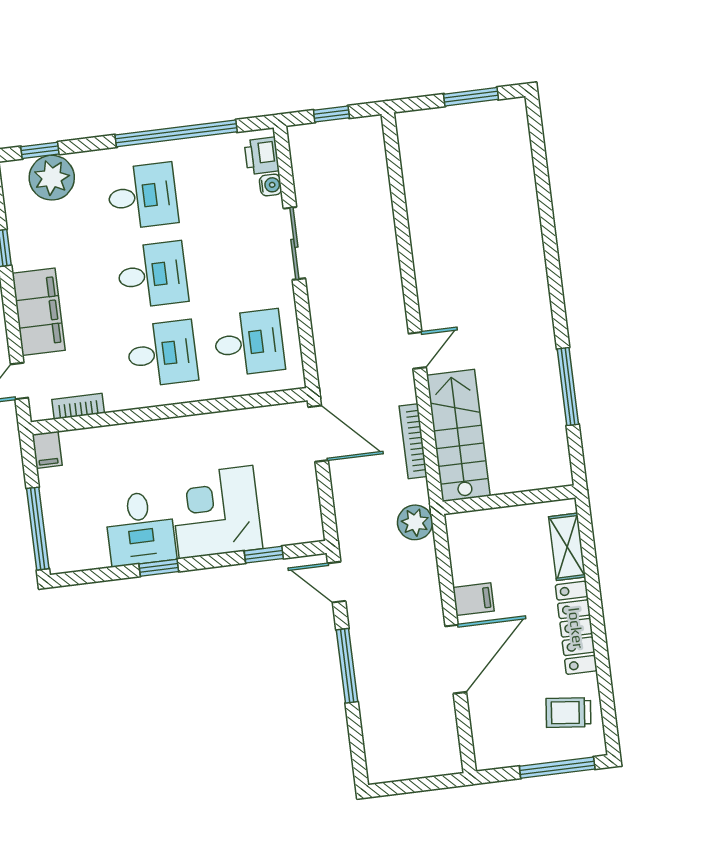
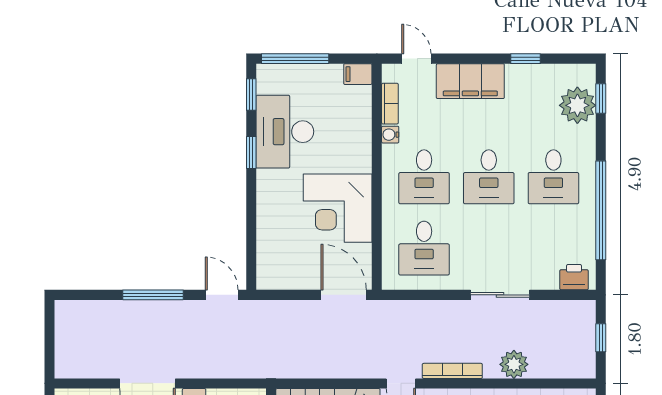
water cooler: (271, 185) -> (390, 135), moved, turned 90
door: (318, 434) -> (344, 295), swing flipped
bookcase: (413, 441) -> (452, 371), moved
corner desk: (216, 512) -> (338, 208), moved, turned 180
plant: (415, 522) -> (514, 364), moved
desk: (140, 528) -> (285, 132), width x1.37
window: (264, 555) -> (251, 95), moved
door: (337, 582) -> (222, 295), hinge flipped

